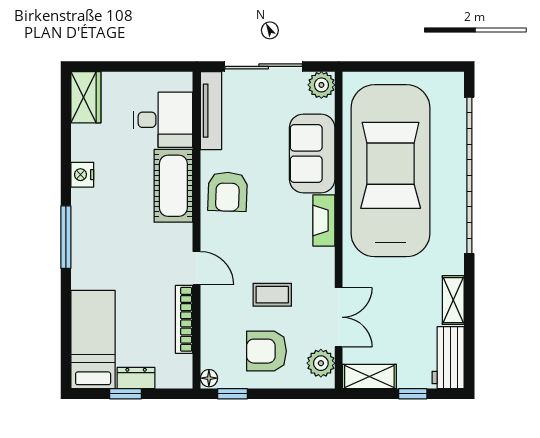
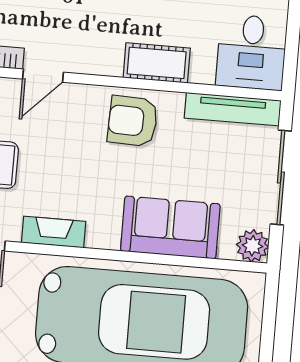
desk: (163, 120) -> (251, 52), moved
cot: (173, 186) -> (157, 63), width x0.73, depth x0.75
fireplace: (324, 221) -> (54, 232), moved

